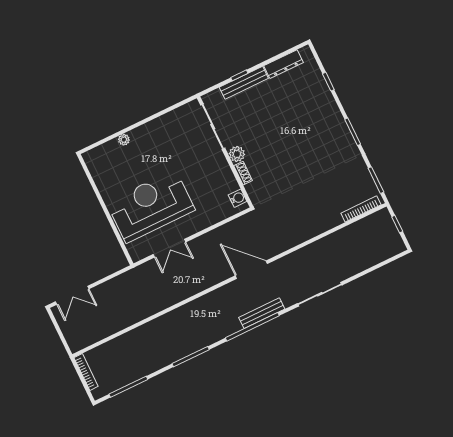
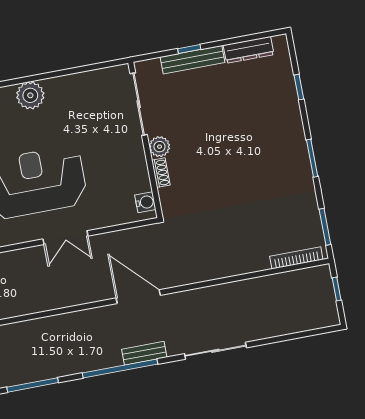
plant: (124, 140) -> (30, 95), width x1.87, depth x1.87
double door: (169, 248) -> (65, 238), moved
bench: (262, 313) -> (144, 353), width x0.73

